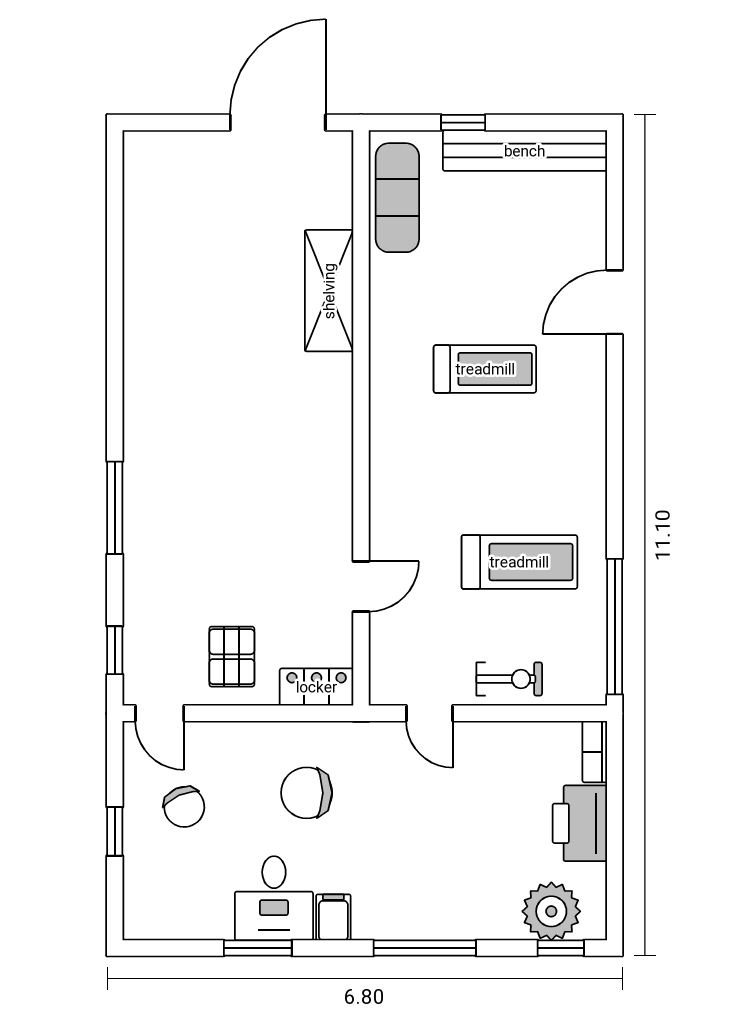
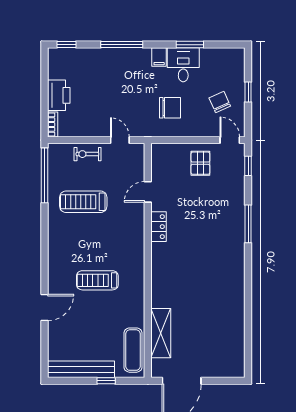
shelving: (329, 291) -> (161, 333), moved
locker: (317, 687) -> (158, 227), moved, turned -90
plant: (551, 911) -> (70, 59), removed

